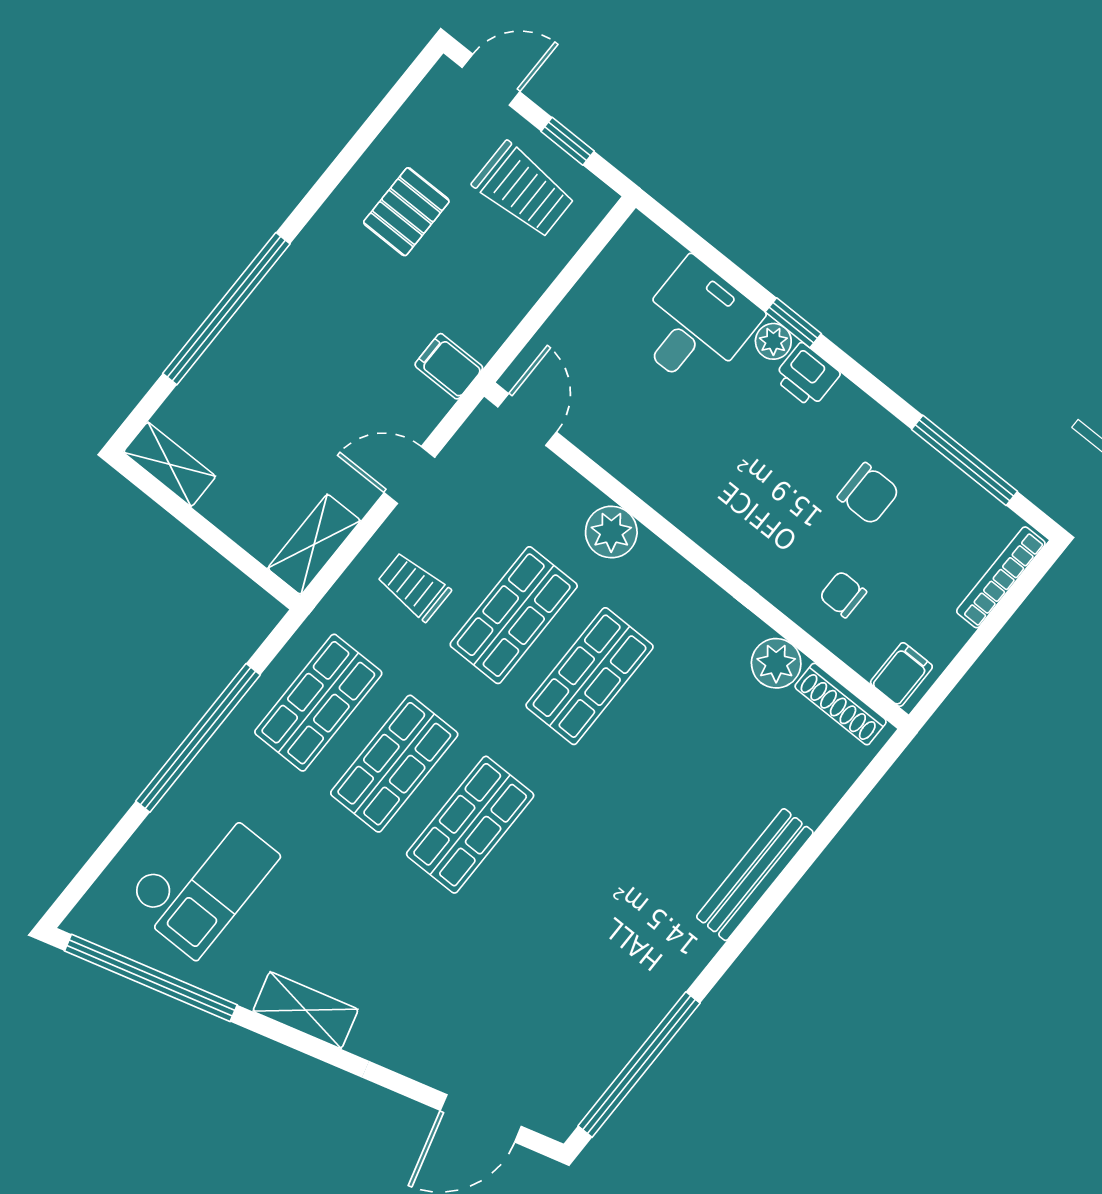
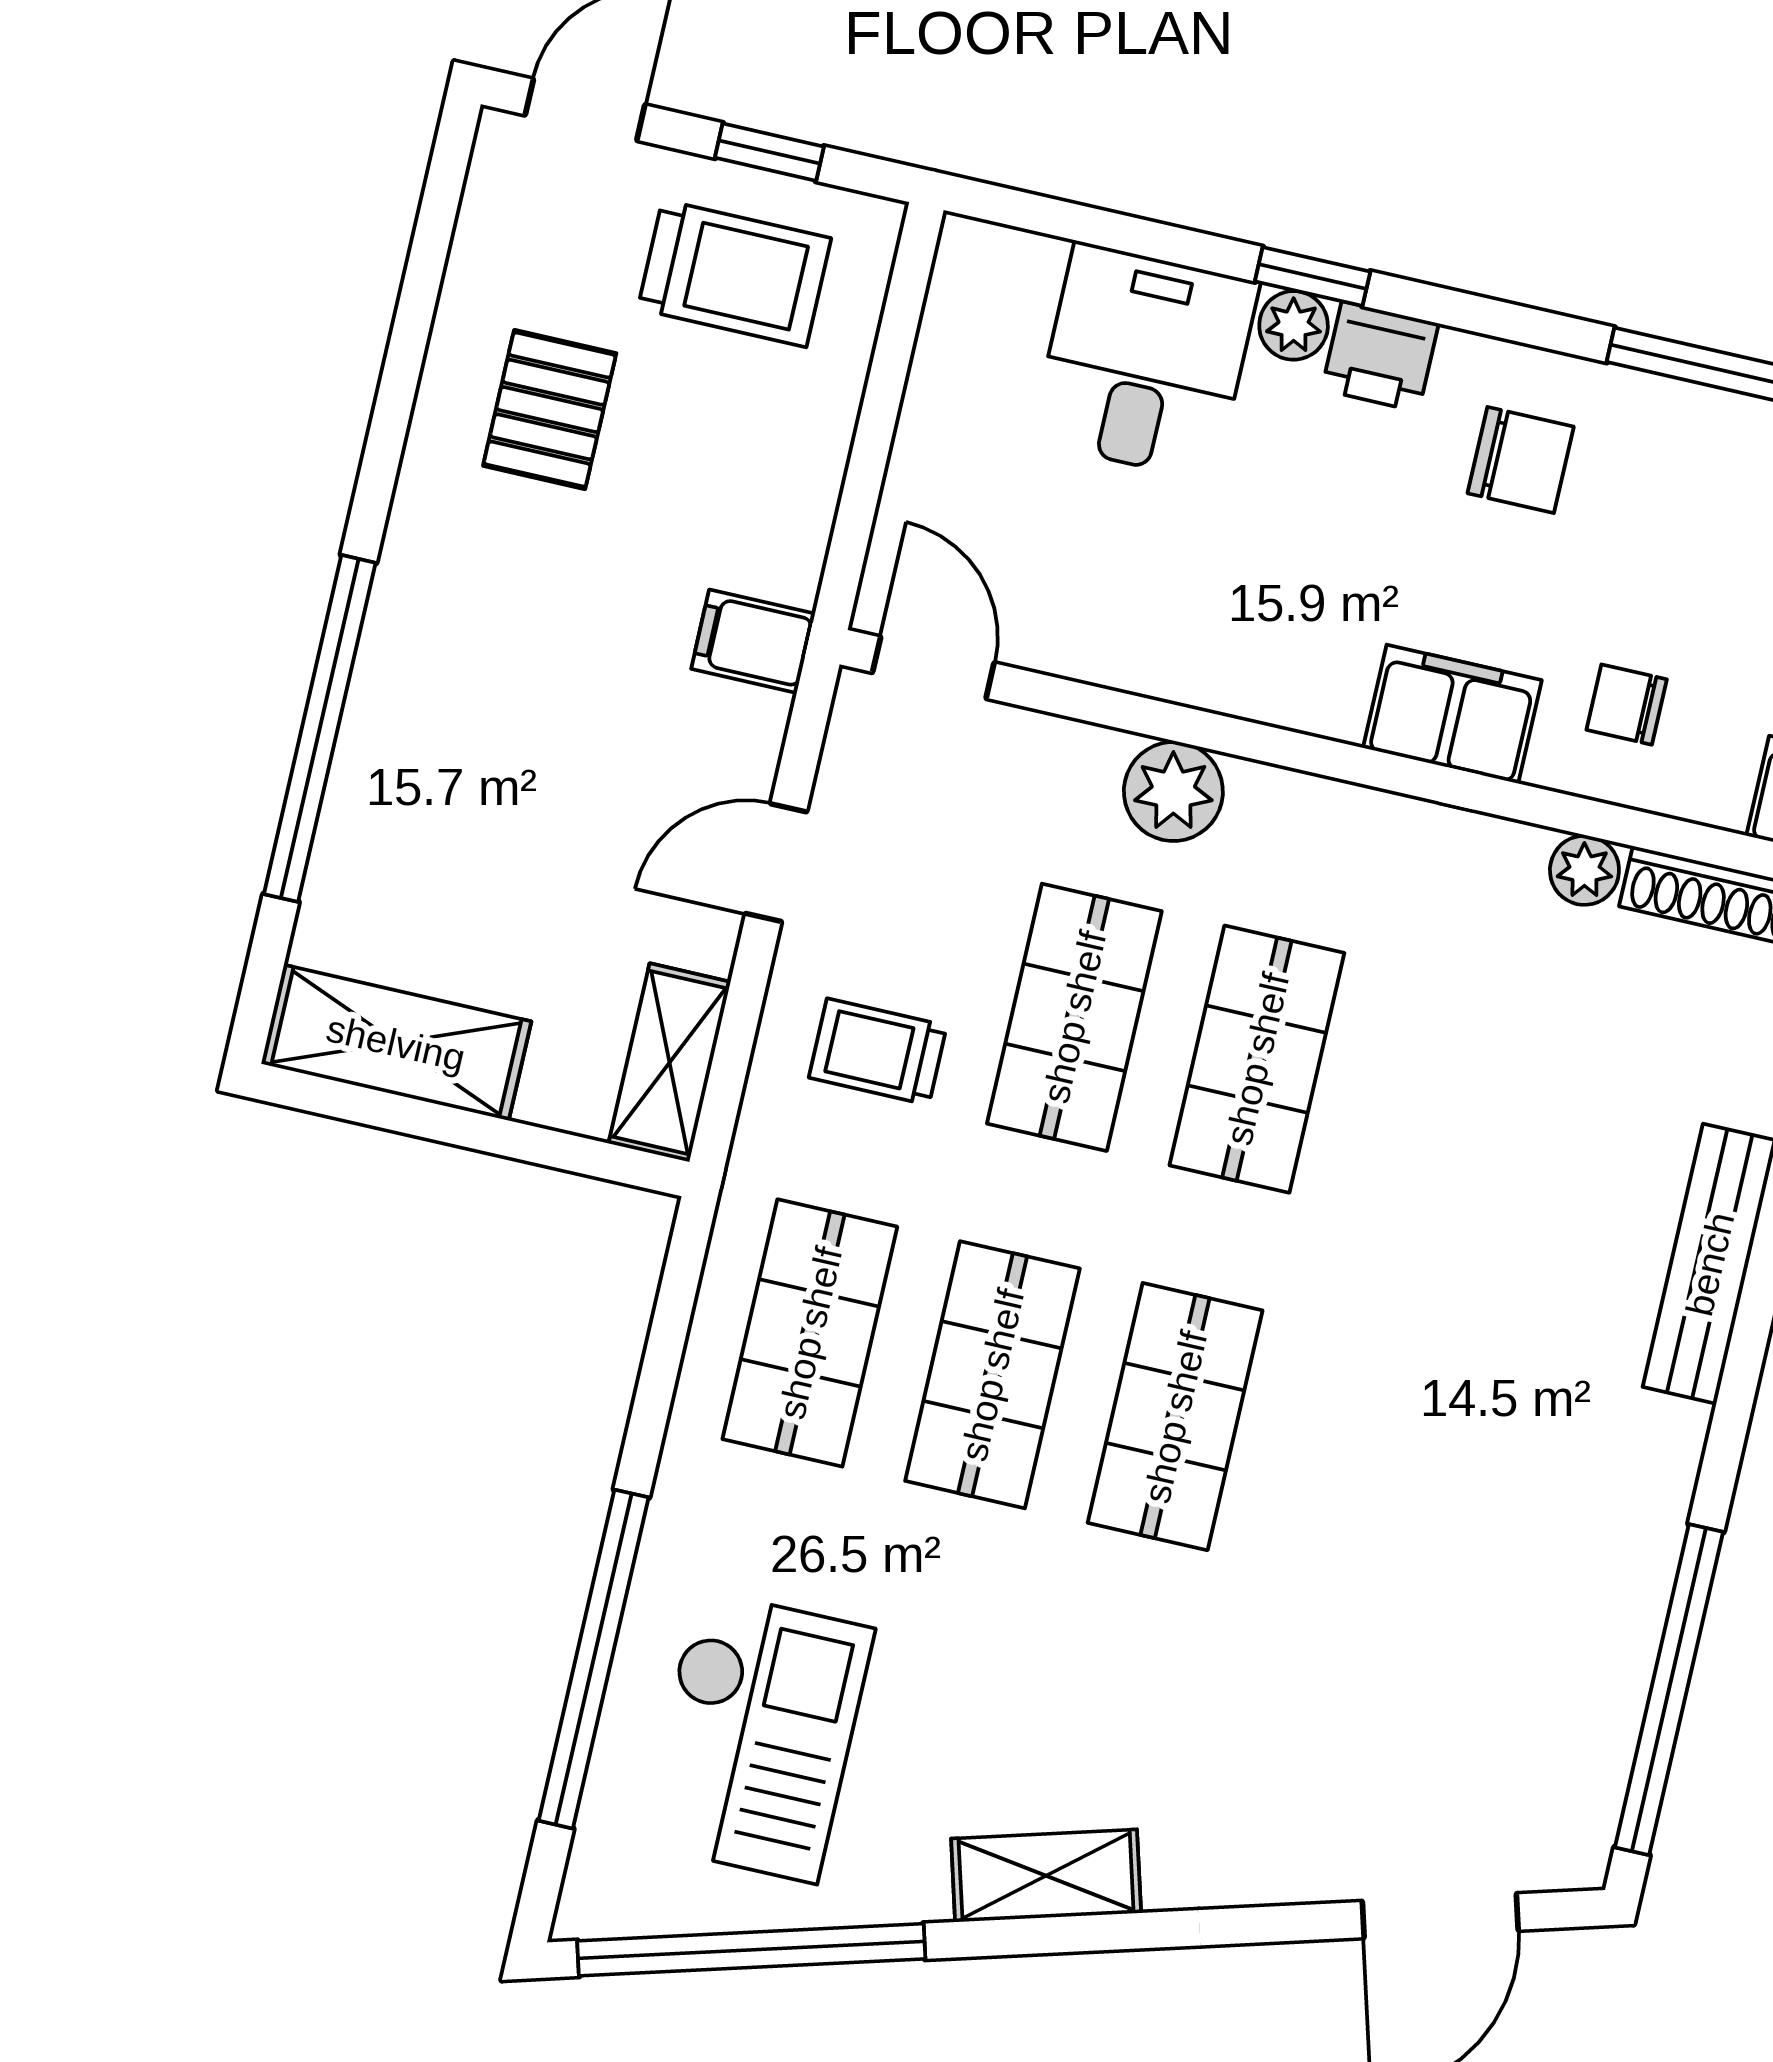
shelving: (169, 464) -> (396, 1043), width x1.50, depth x1.33
chair: (868, 494) -> (1521, 460), moved
filing cabinet: (759, 559) -> (1452, 714), added
plant: (776, 663) -> (1584, 870), width x0.73, depth x0.73
window: (198, 738) -> (594, 1659), moved

